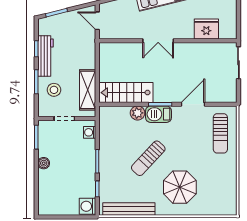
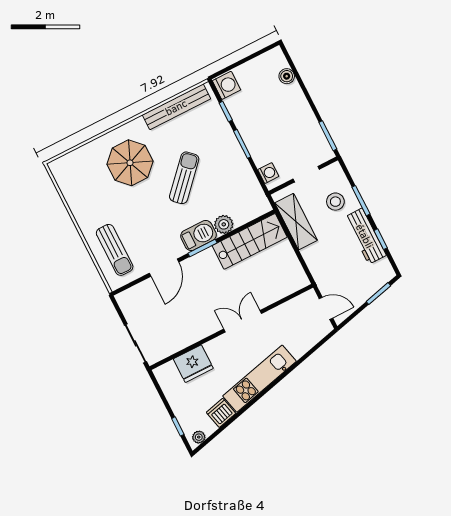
sun lounger: (220, 133) -> (115, 250), turned 180
boiler: (44, 163) -> (287, 76), moved

